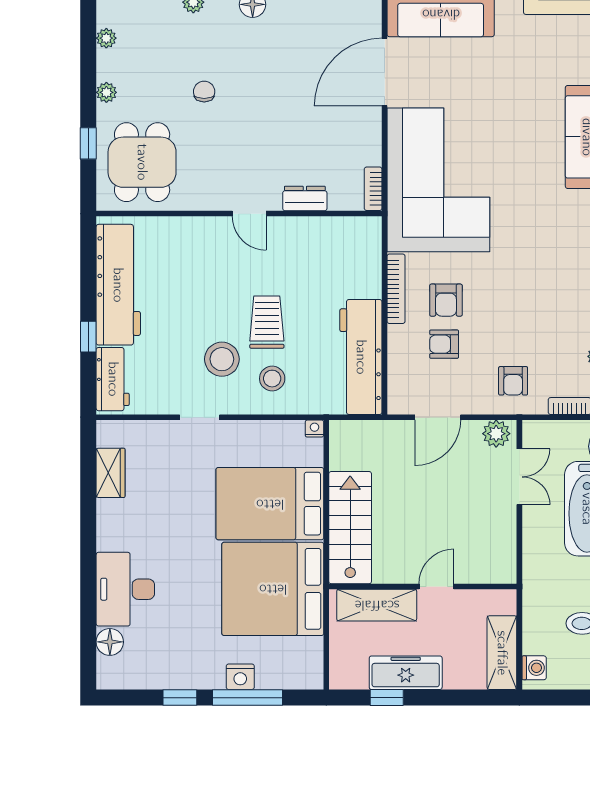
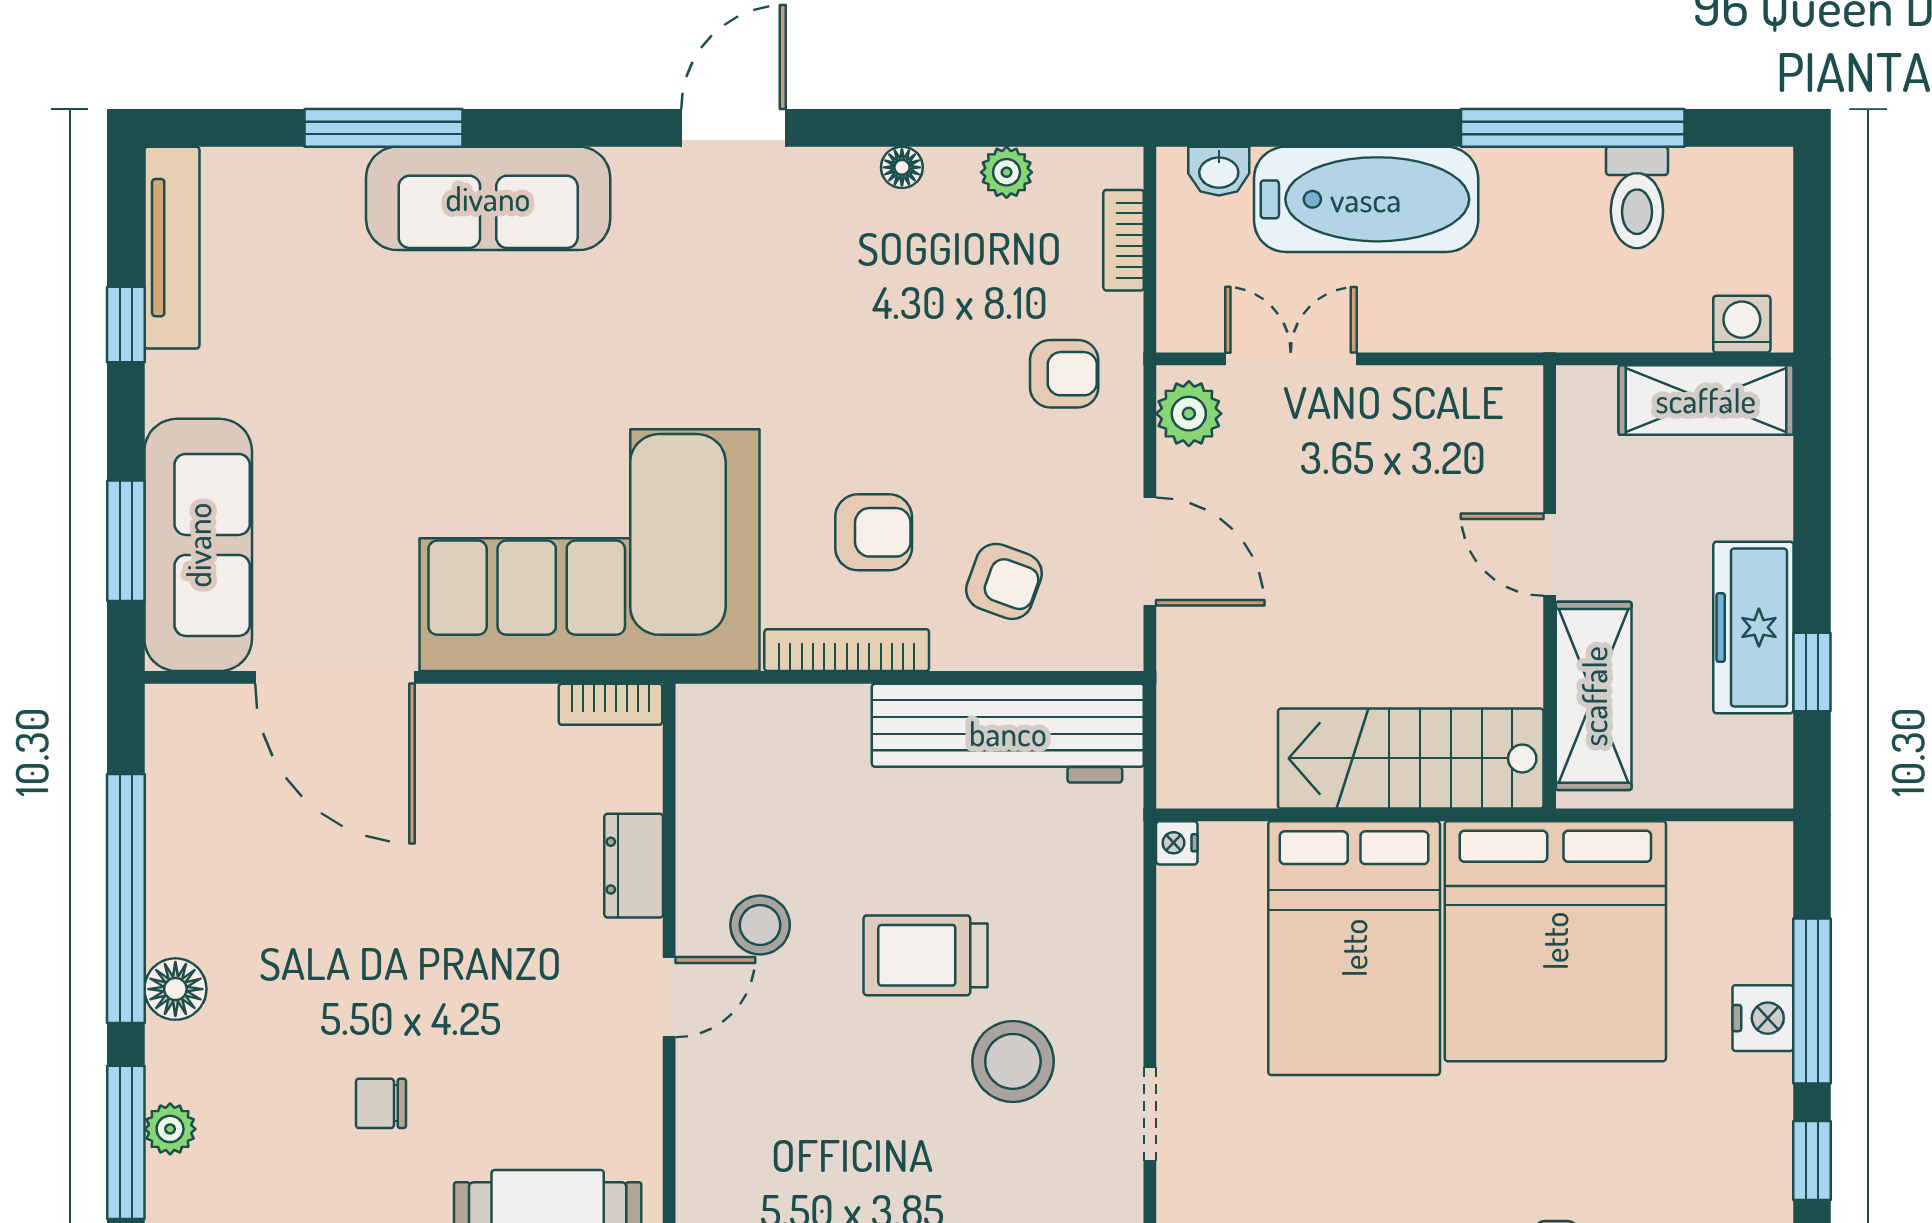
armchair: (444, 344) -> (1004, 581), moved, turned -70
stool: (272, 379) -> (760, 925), moved

